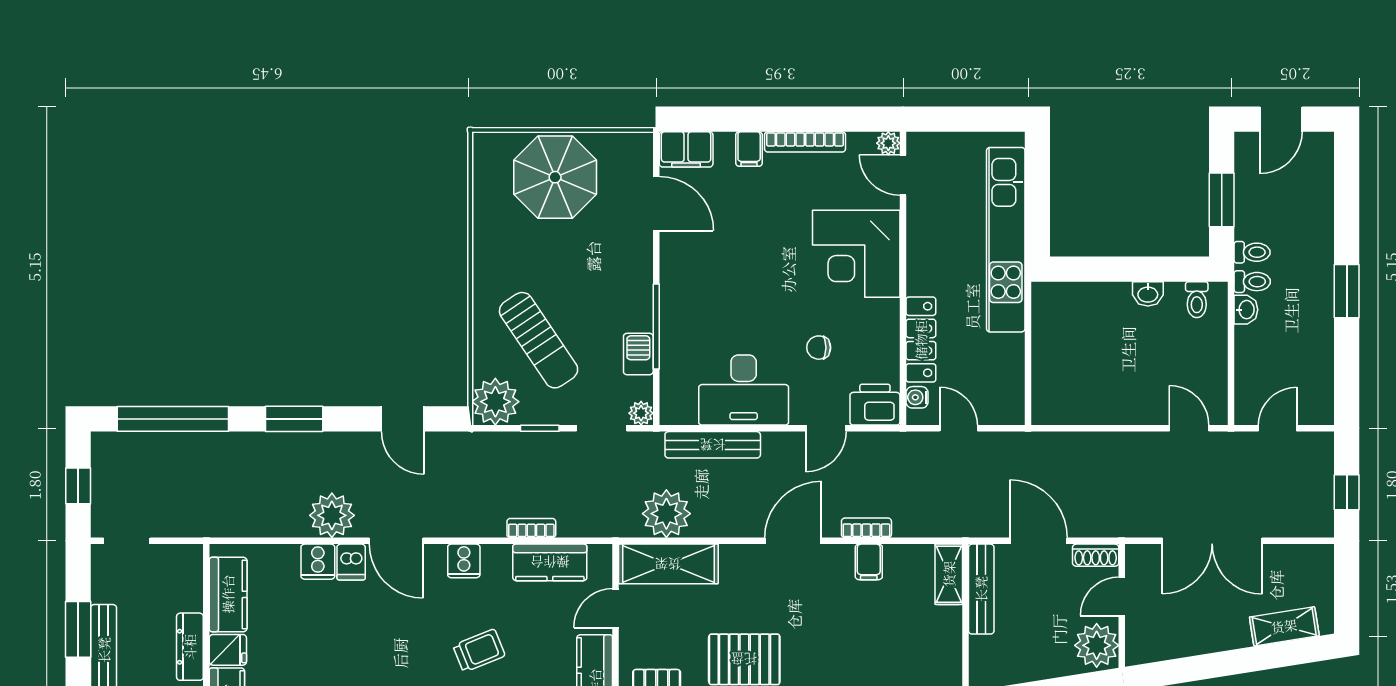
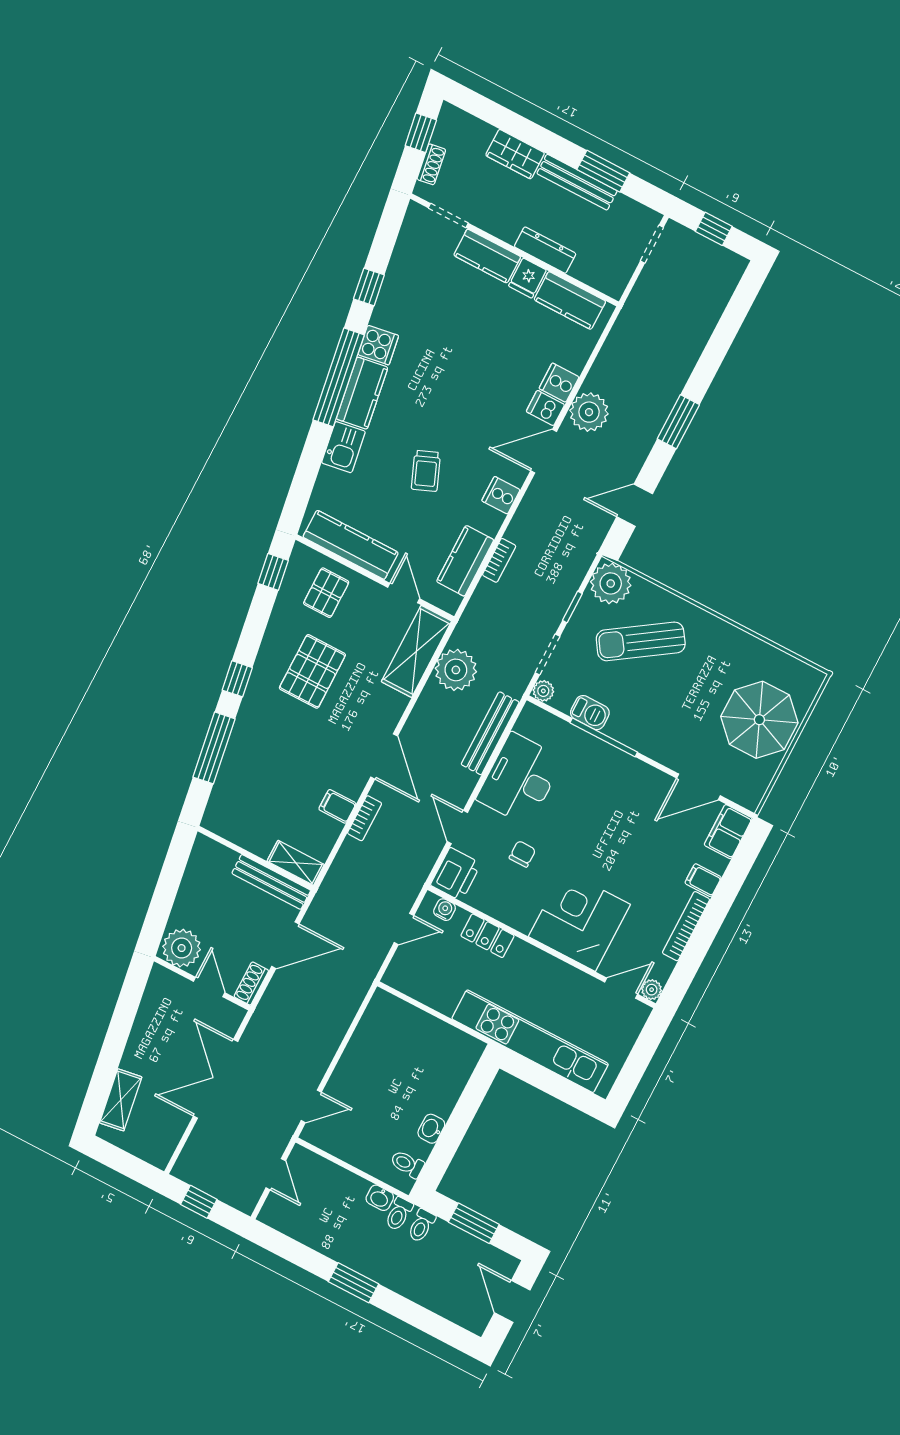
locker: (921, 340) -> (487, 936), width x0.66
window: (173, 419) -> (727, 329), removed

